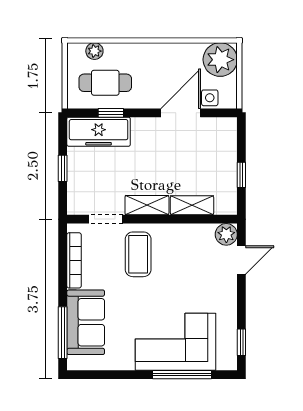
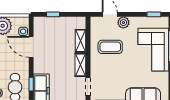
window: (241, 175) -> (53, 14), moved
plant: (226, 234) -> (123, 23), moved
coffee table: (138, 254) -> (110, 47), moved

